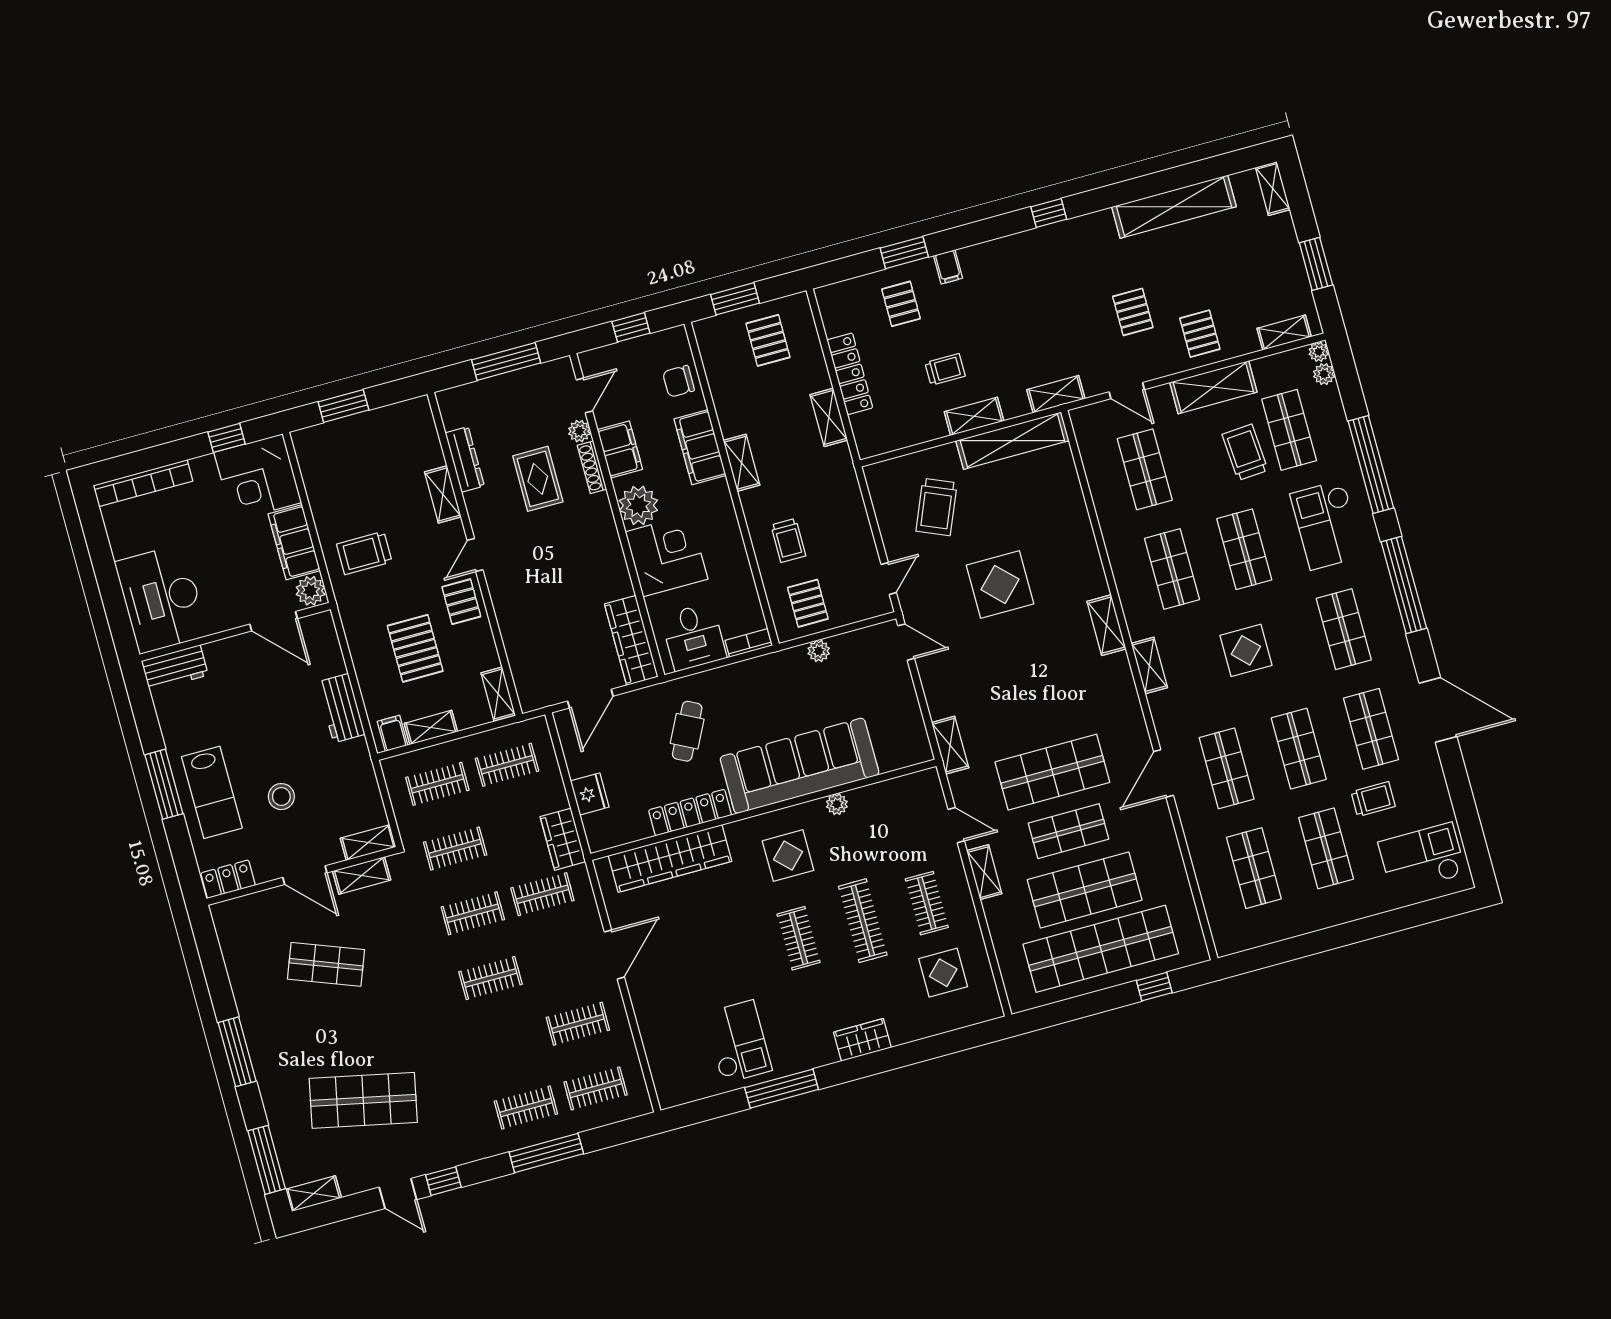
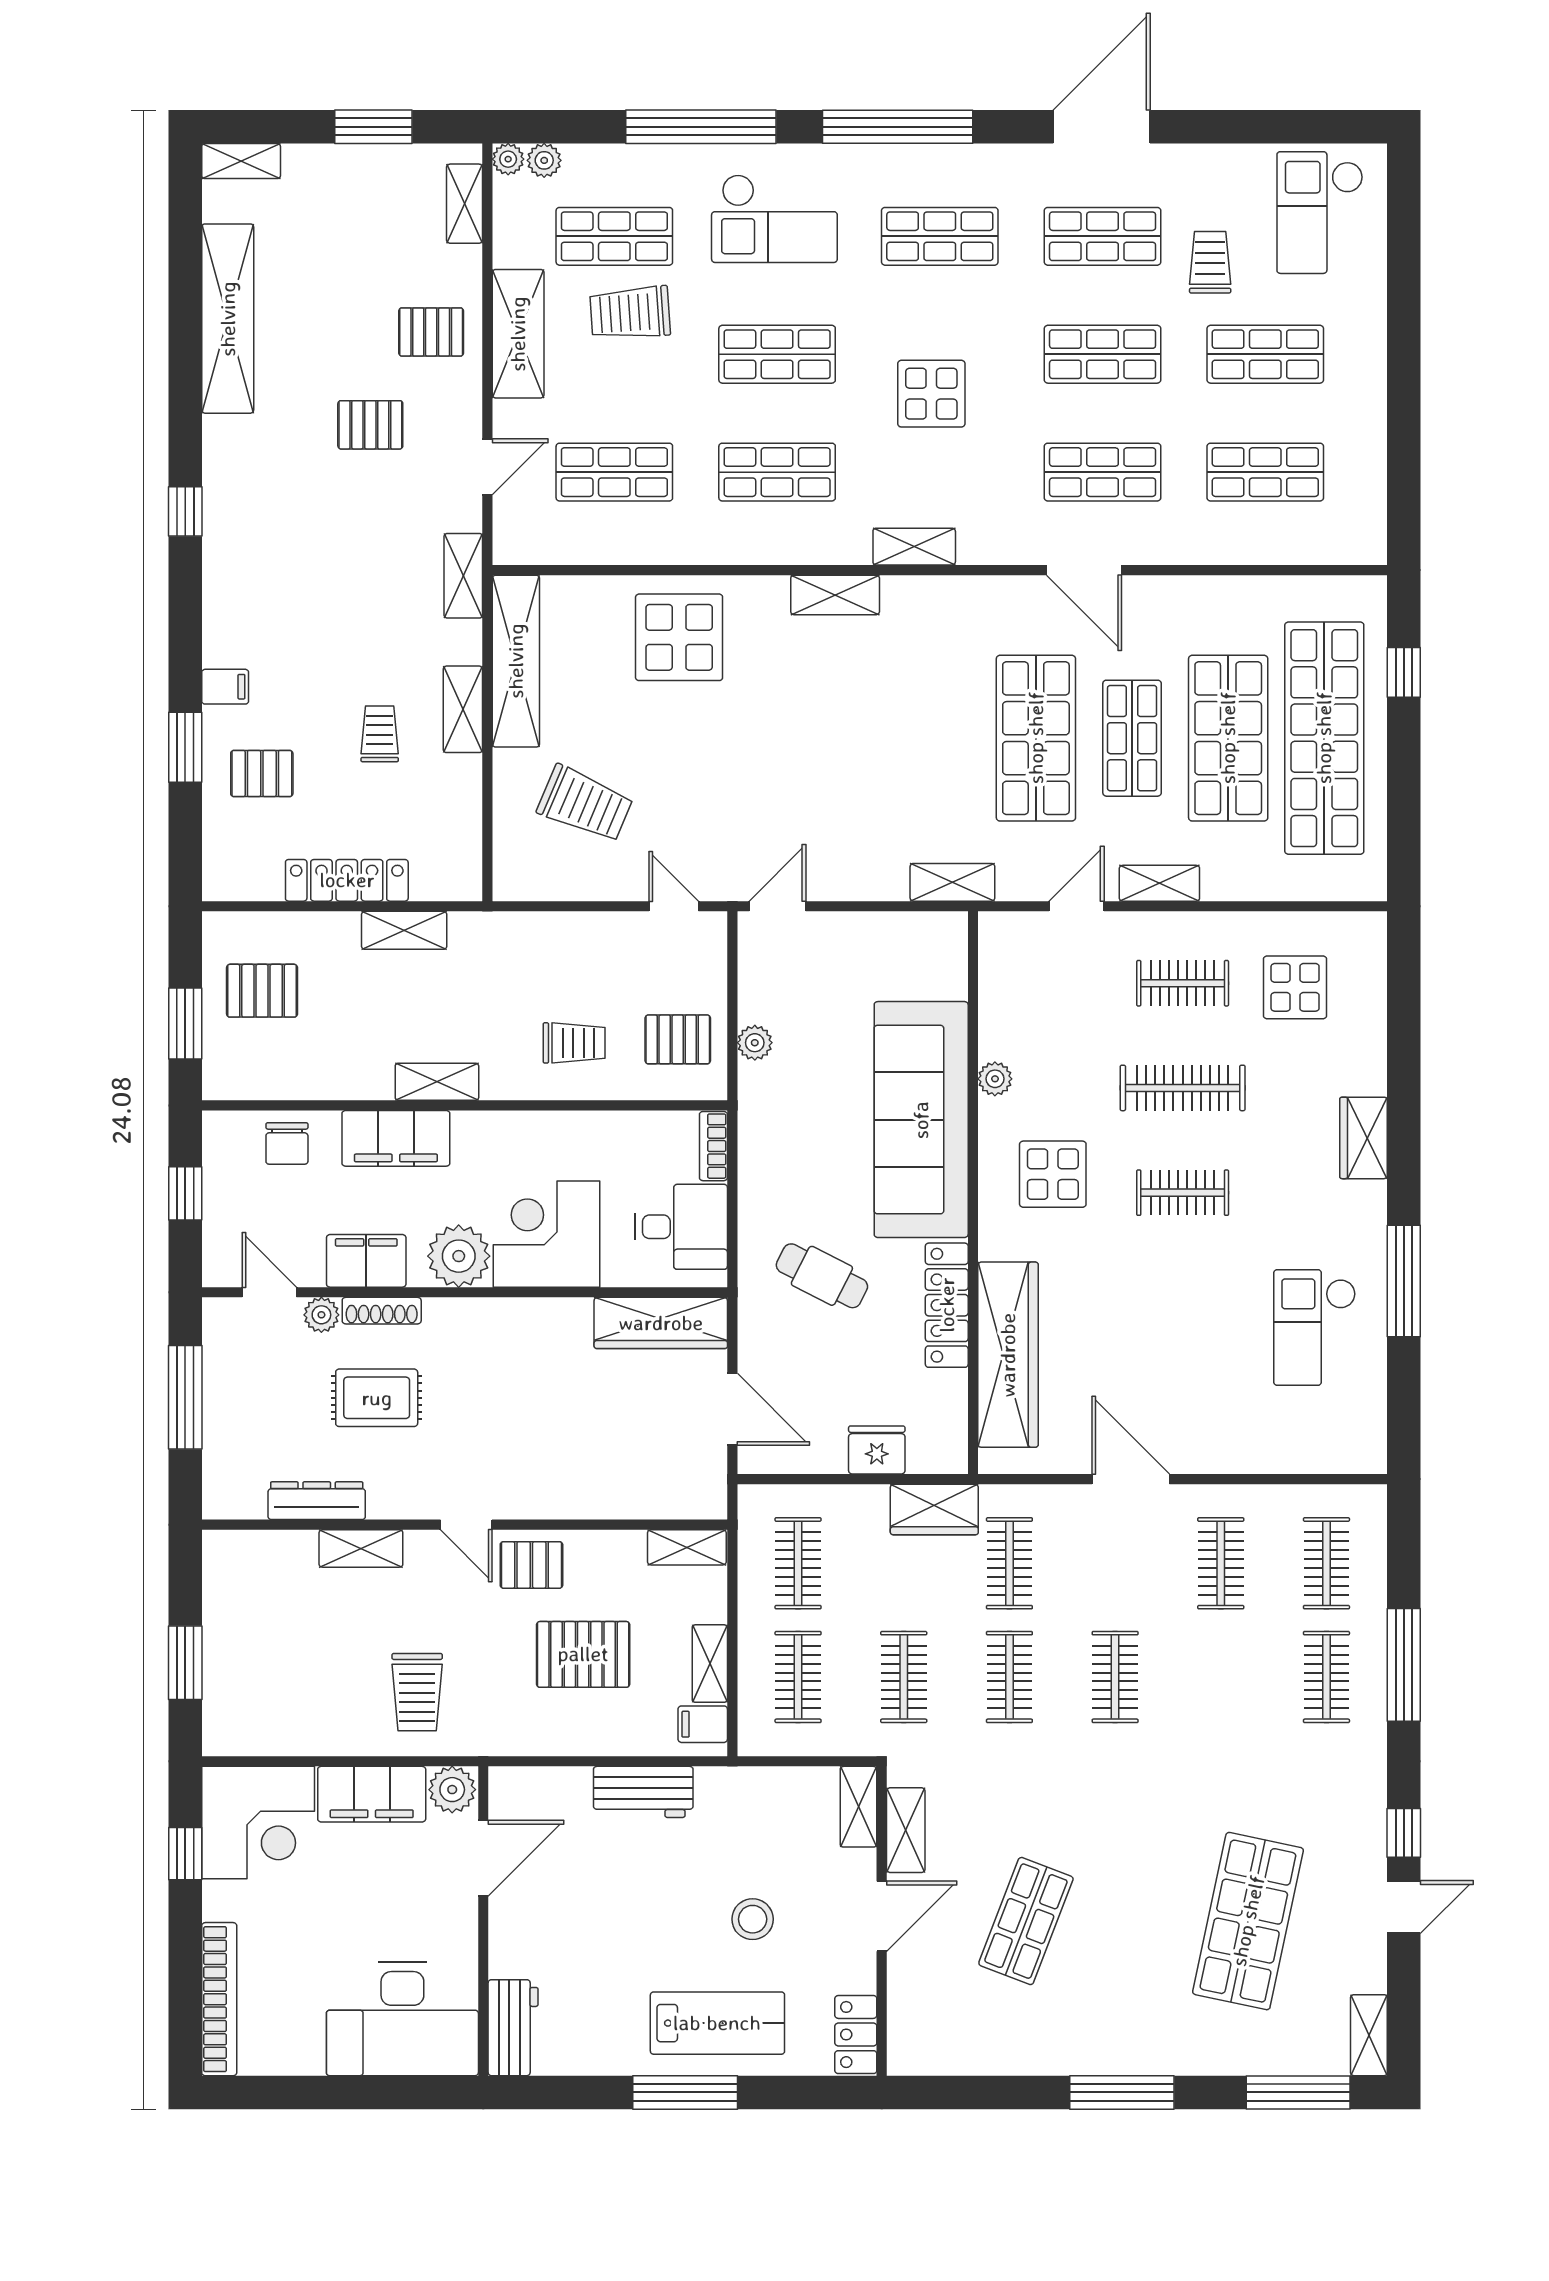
display table: (1000, 584) -> (679, 637), moved
checkout: (738, 1042) -> (1315, 1328), turned -90

